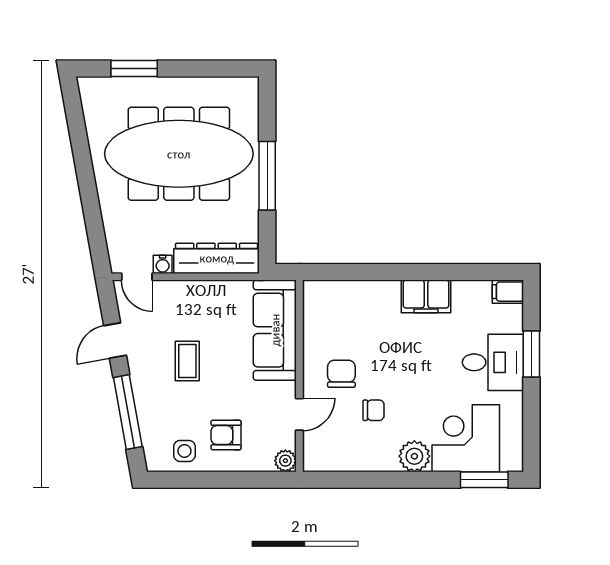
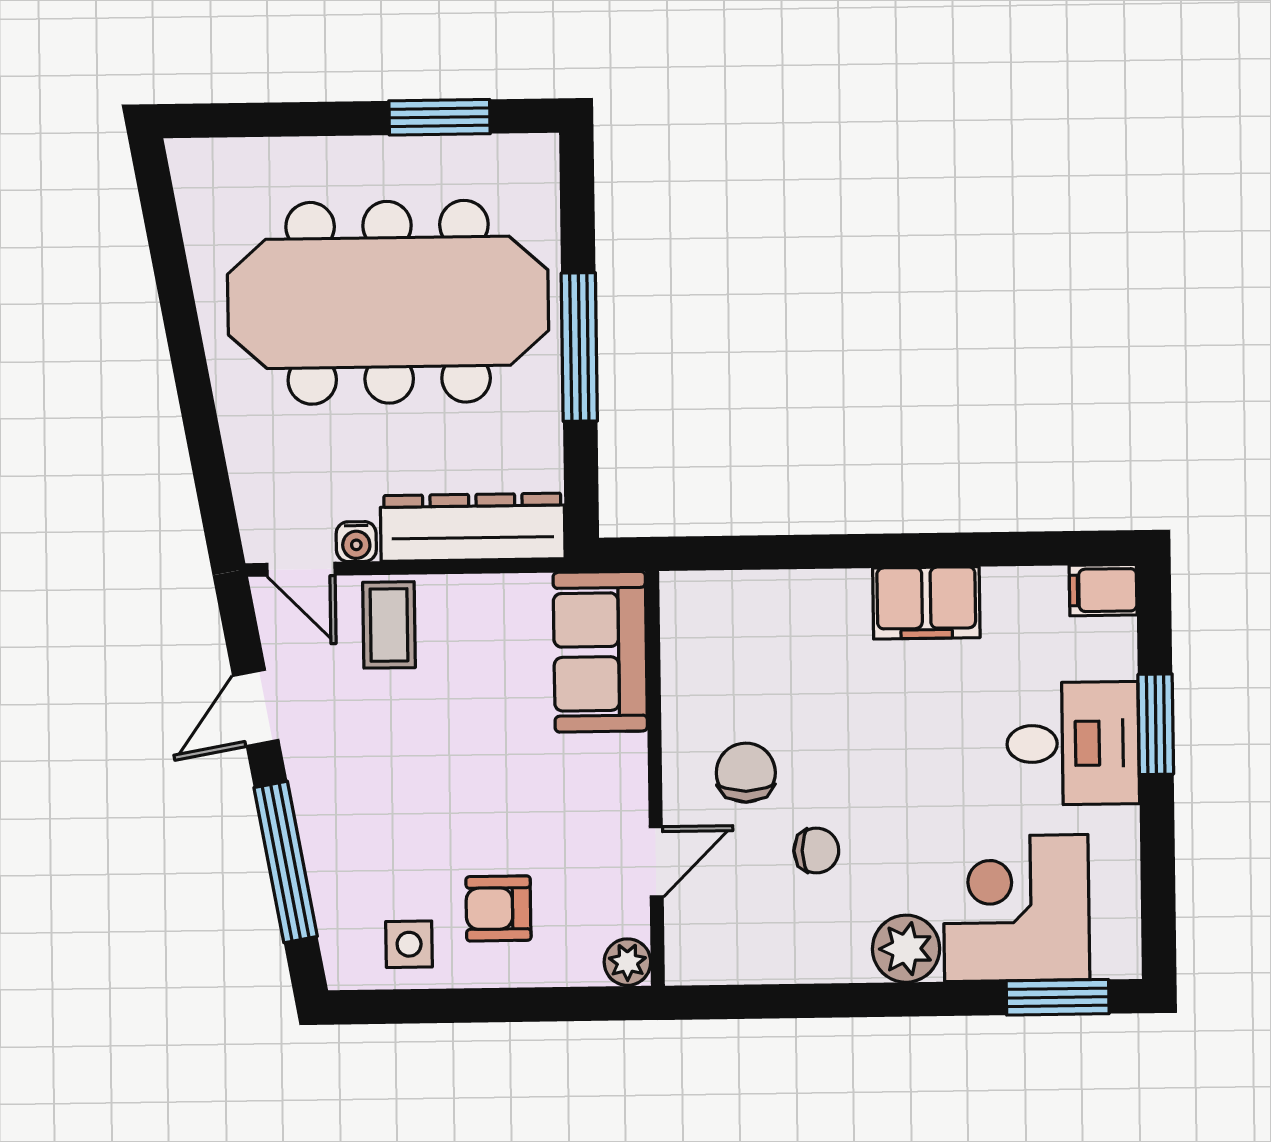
window: (134, 68) -> (439, 117), moved
sofa: (275, 330) -> (600, 652), width x0.73
coffee table: (187, 361) -> (389, 625), moved

